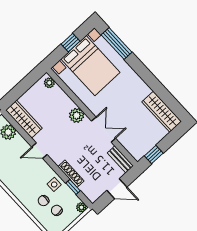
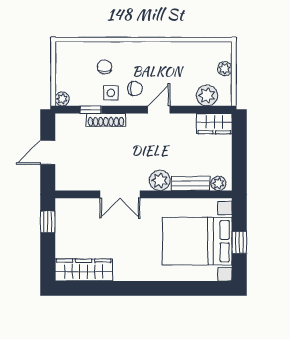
window: (117, 44) -> (195, 288), removed
wardrobe: (24, 119) -> (214, 124), width x0.67
bench: (120, 159) -> (191, 183), moved
chair: (57, 210) -> (135, 89), moved

